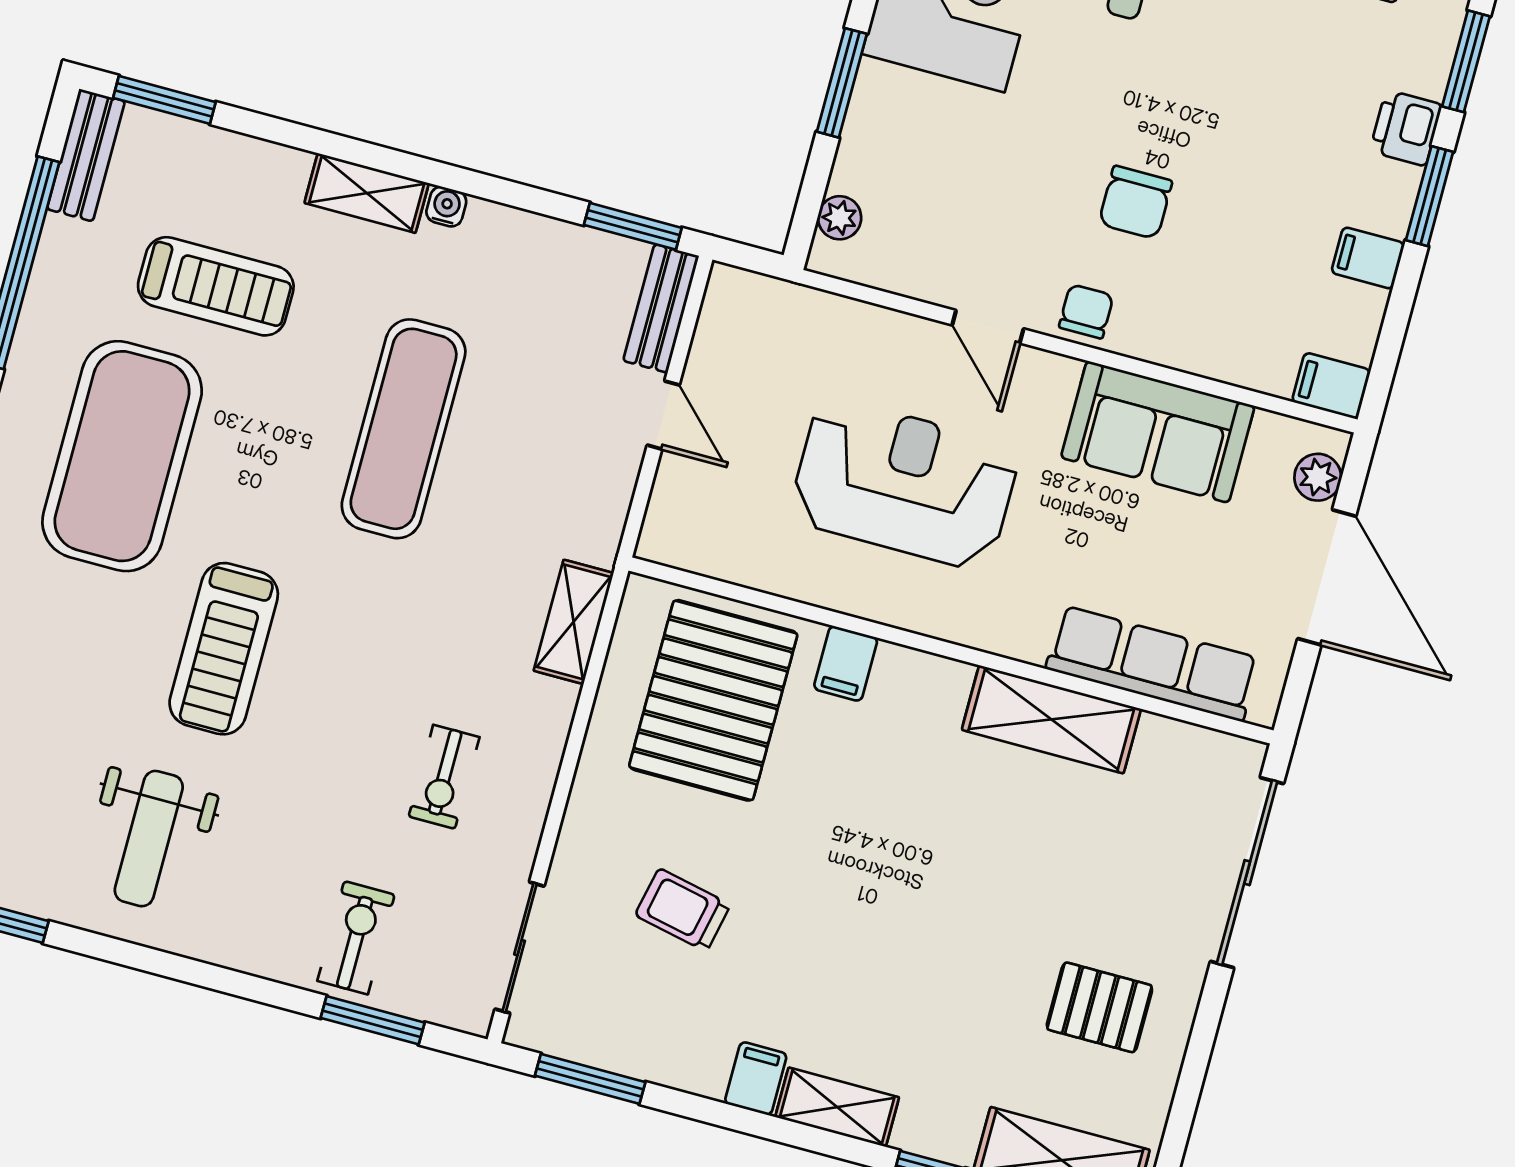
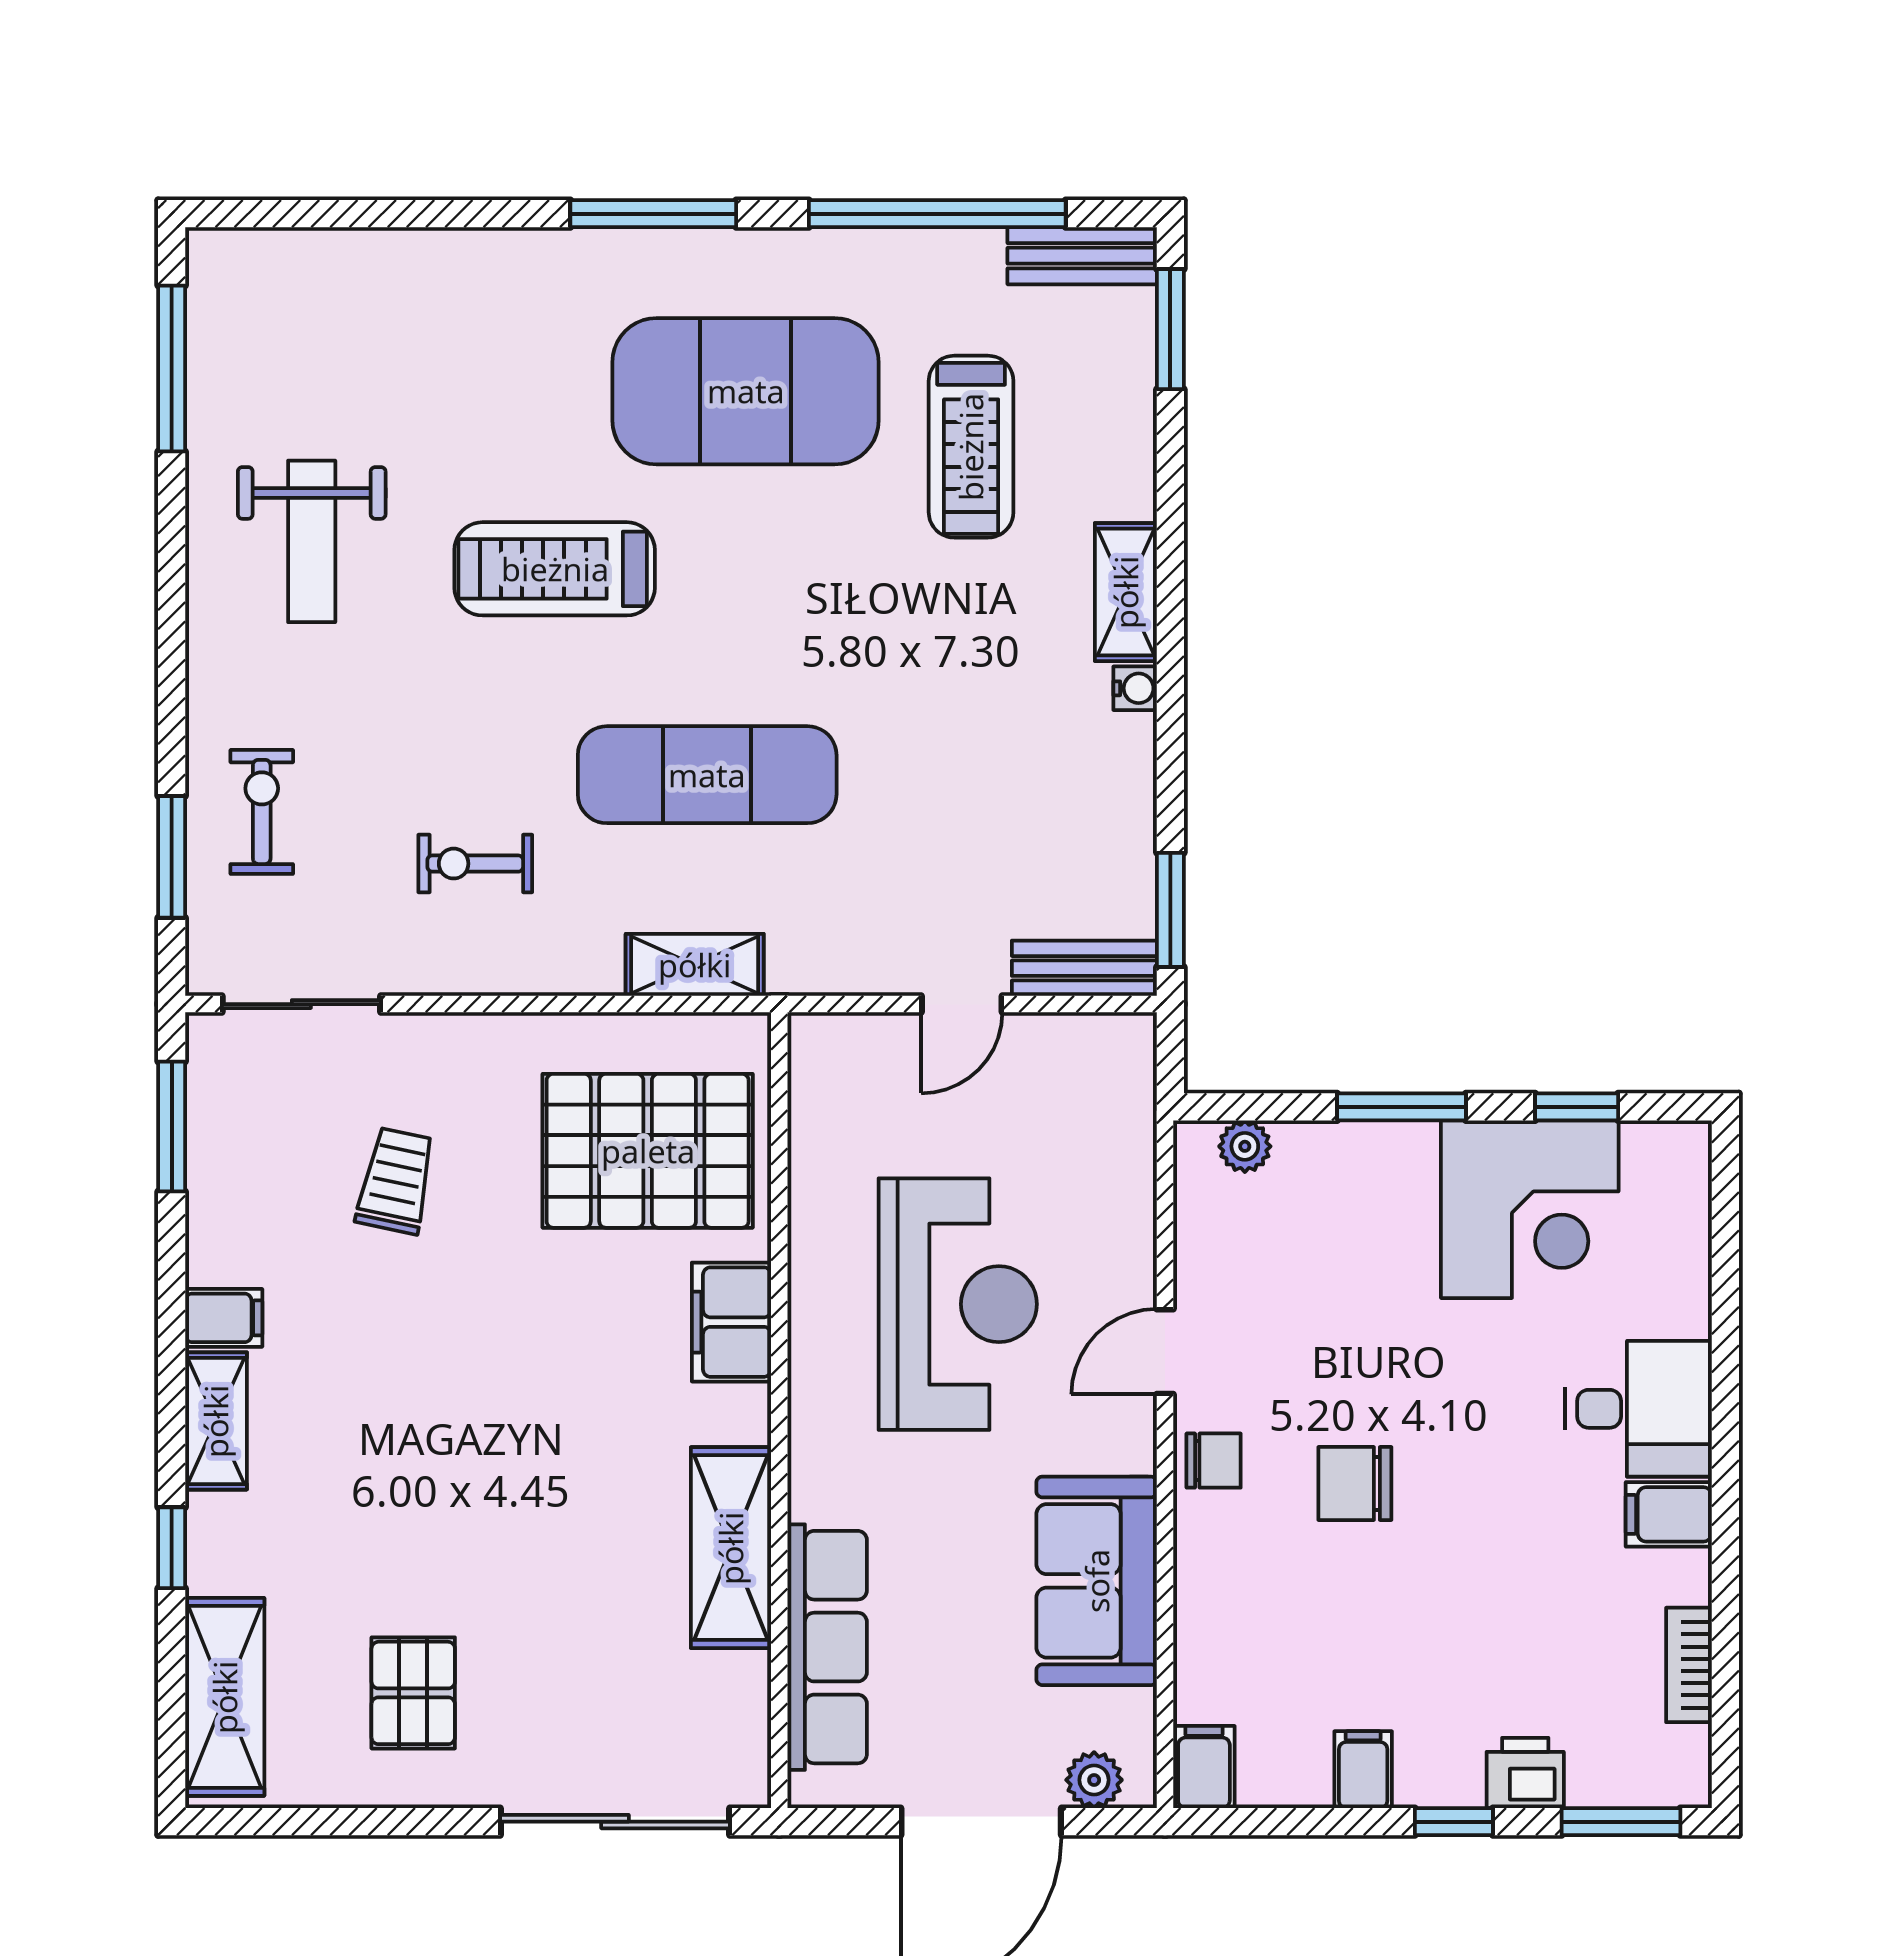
window: (1430, 196) -> (1454, 1822), width x0.67
exercise mat: (404, 429) -> (707, 775), moved
filing cabinet: (846, 663) -> (732, 1322), width x2.00
weight bench: (149, 839) -> (312, 541), turned -90
exercise bike: (356, 938) -> (262, 812), turned -90

